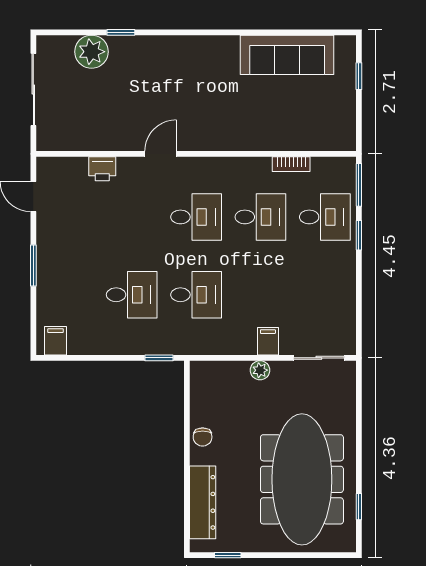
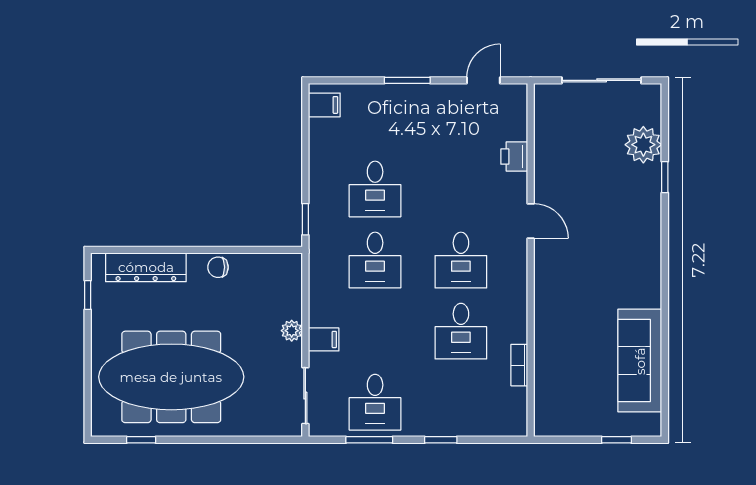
window: (359, 185) -> (369, 440), moved
desk: (325, 217) -> (375, 402), moved

